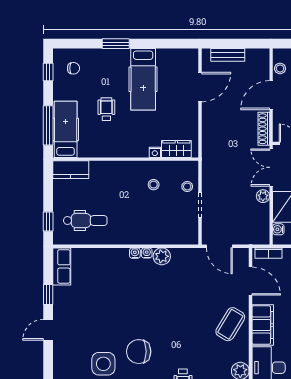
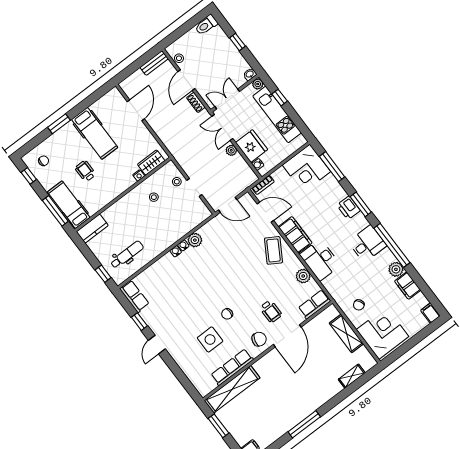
bench: (228, 55) -> (154, 63), moved
shoe rack: (264, 129) -> (196, 102), width x0.70
chair: (139, 352) -> (227, 314), width x0.54, depth x0.54

